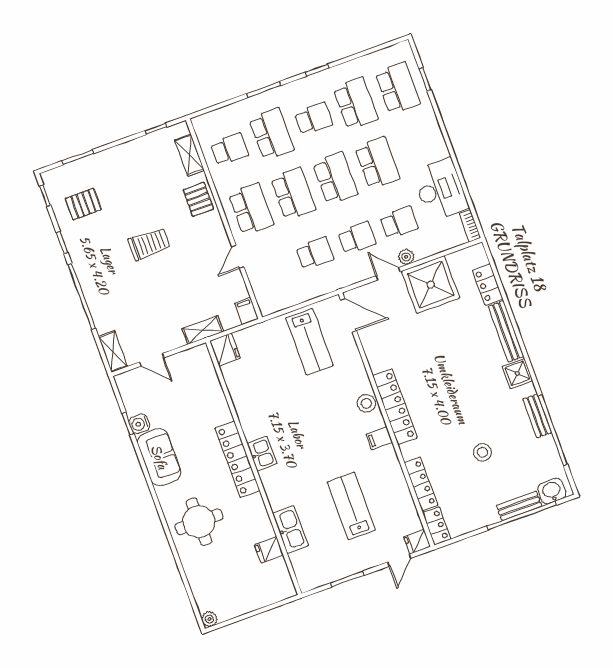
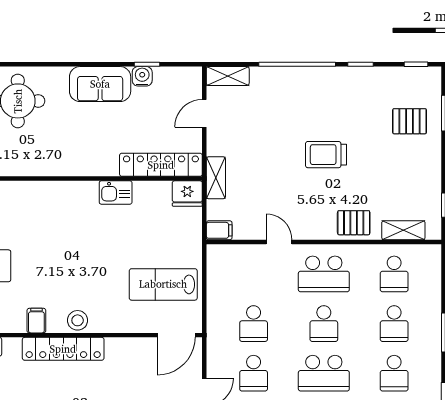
school desk: (271, 134) -> (394, 324), width x0.54
school desk: (293, 194) -> (324, 324), width x0.54
pallet: (83, 204) -> (410, 121), moved, turned 90
trolley: (149, 244) -> (326, 155), turned 90
kitchen sink: (262, 454) -> (116, 193), moved
locker: (237, 459) -> (161, 165), moved

